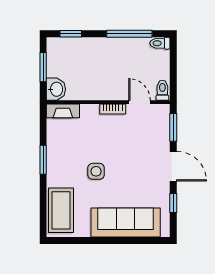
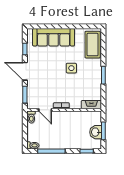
washbasin: (56, 89) -> (96, 132), moved

